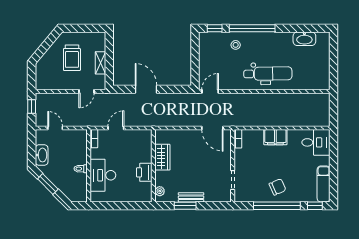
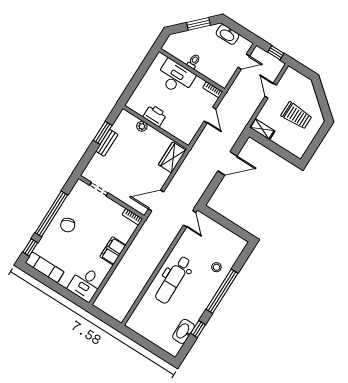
window: (215, 28) -> (198, 329), moved
trolley: (72, 58) -> (297, 116), turned 180
shelving: (100, 63) -> (262, 129), moved
door: (87, 91) -> (271, 91), moved
wardrobe: (162, 157) -> (172, 157), moved, turned 90
plant: (160, 191) -> (142, 126), moved

